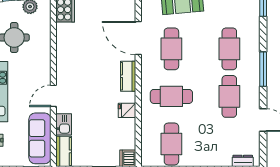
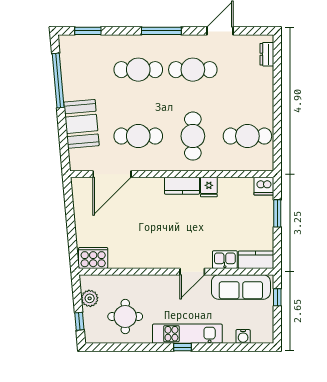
door: (138, 38) -> (112, 174), moved
kitchen counter: (128, 76) -> (182, 186), moved
door: (53, 96) -> (192, 272), hinge flipped

